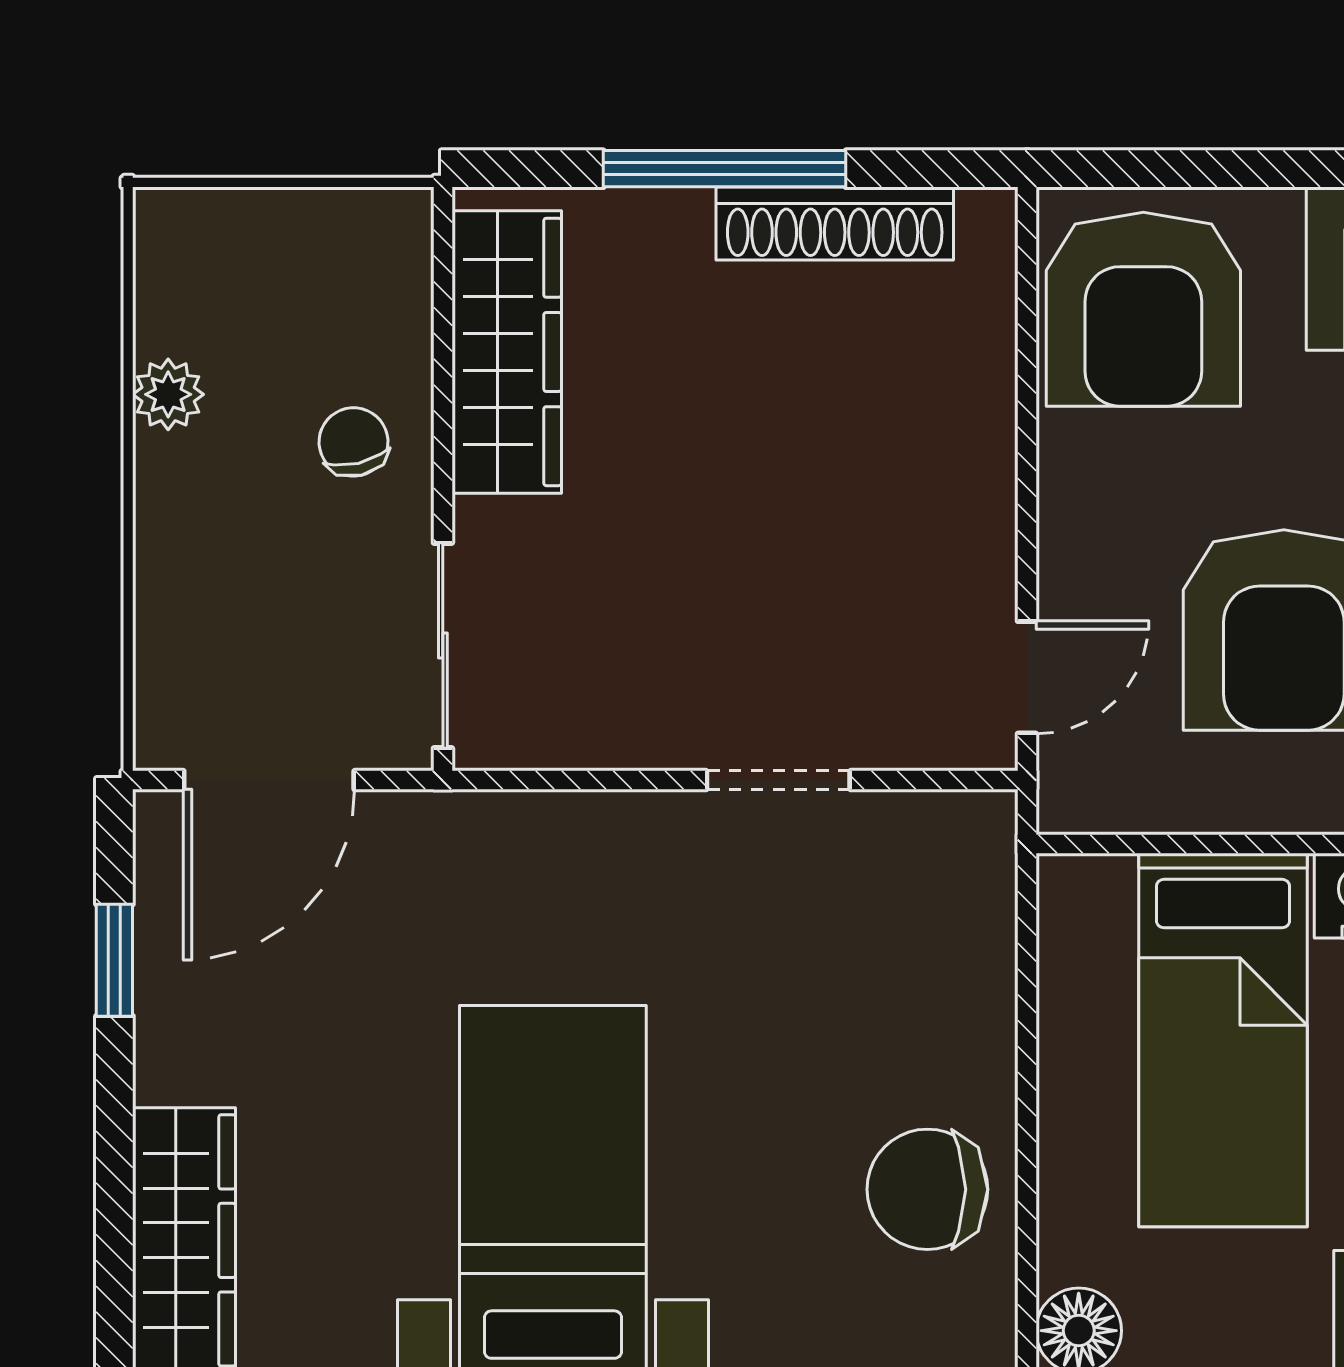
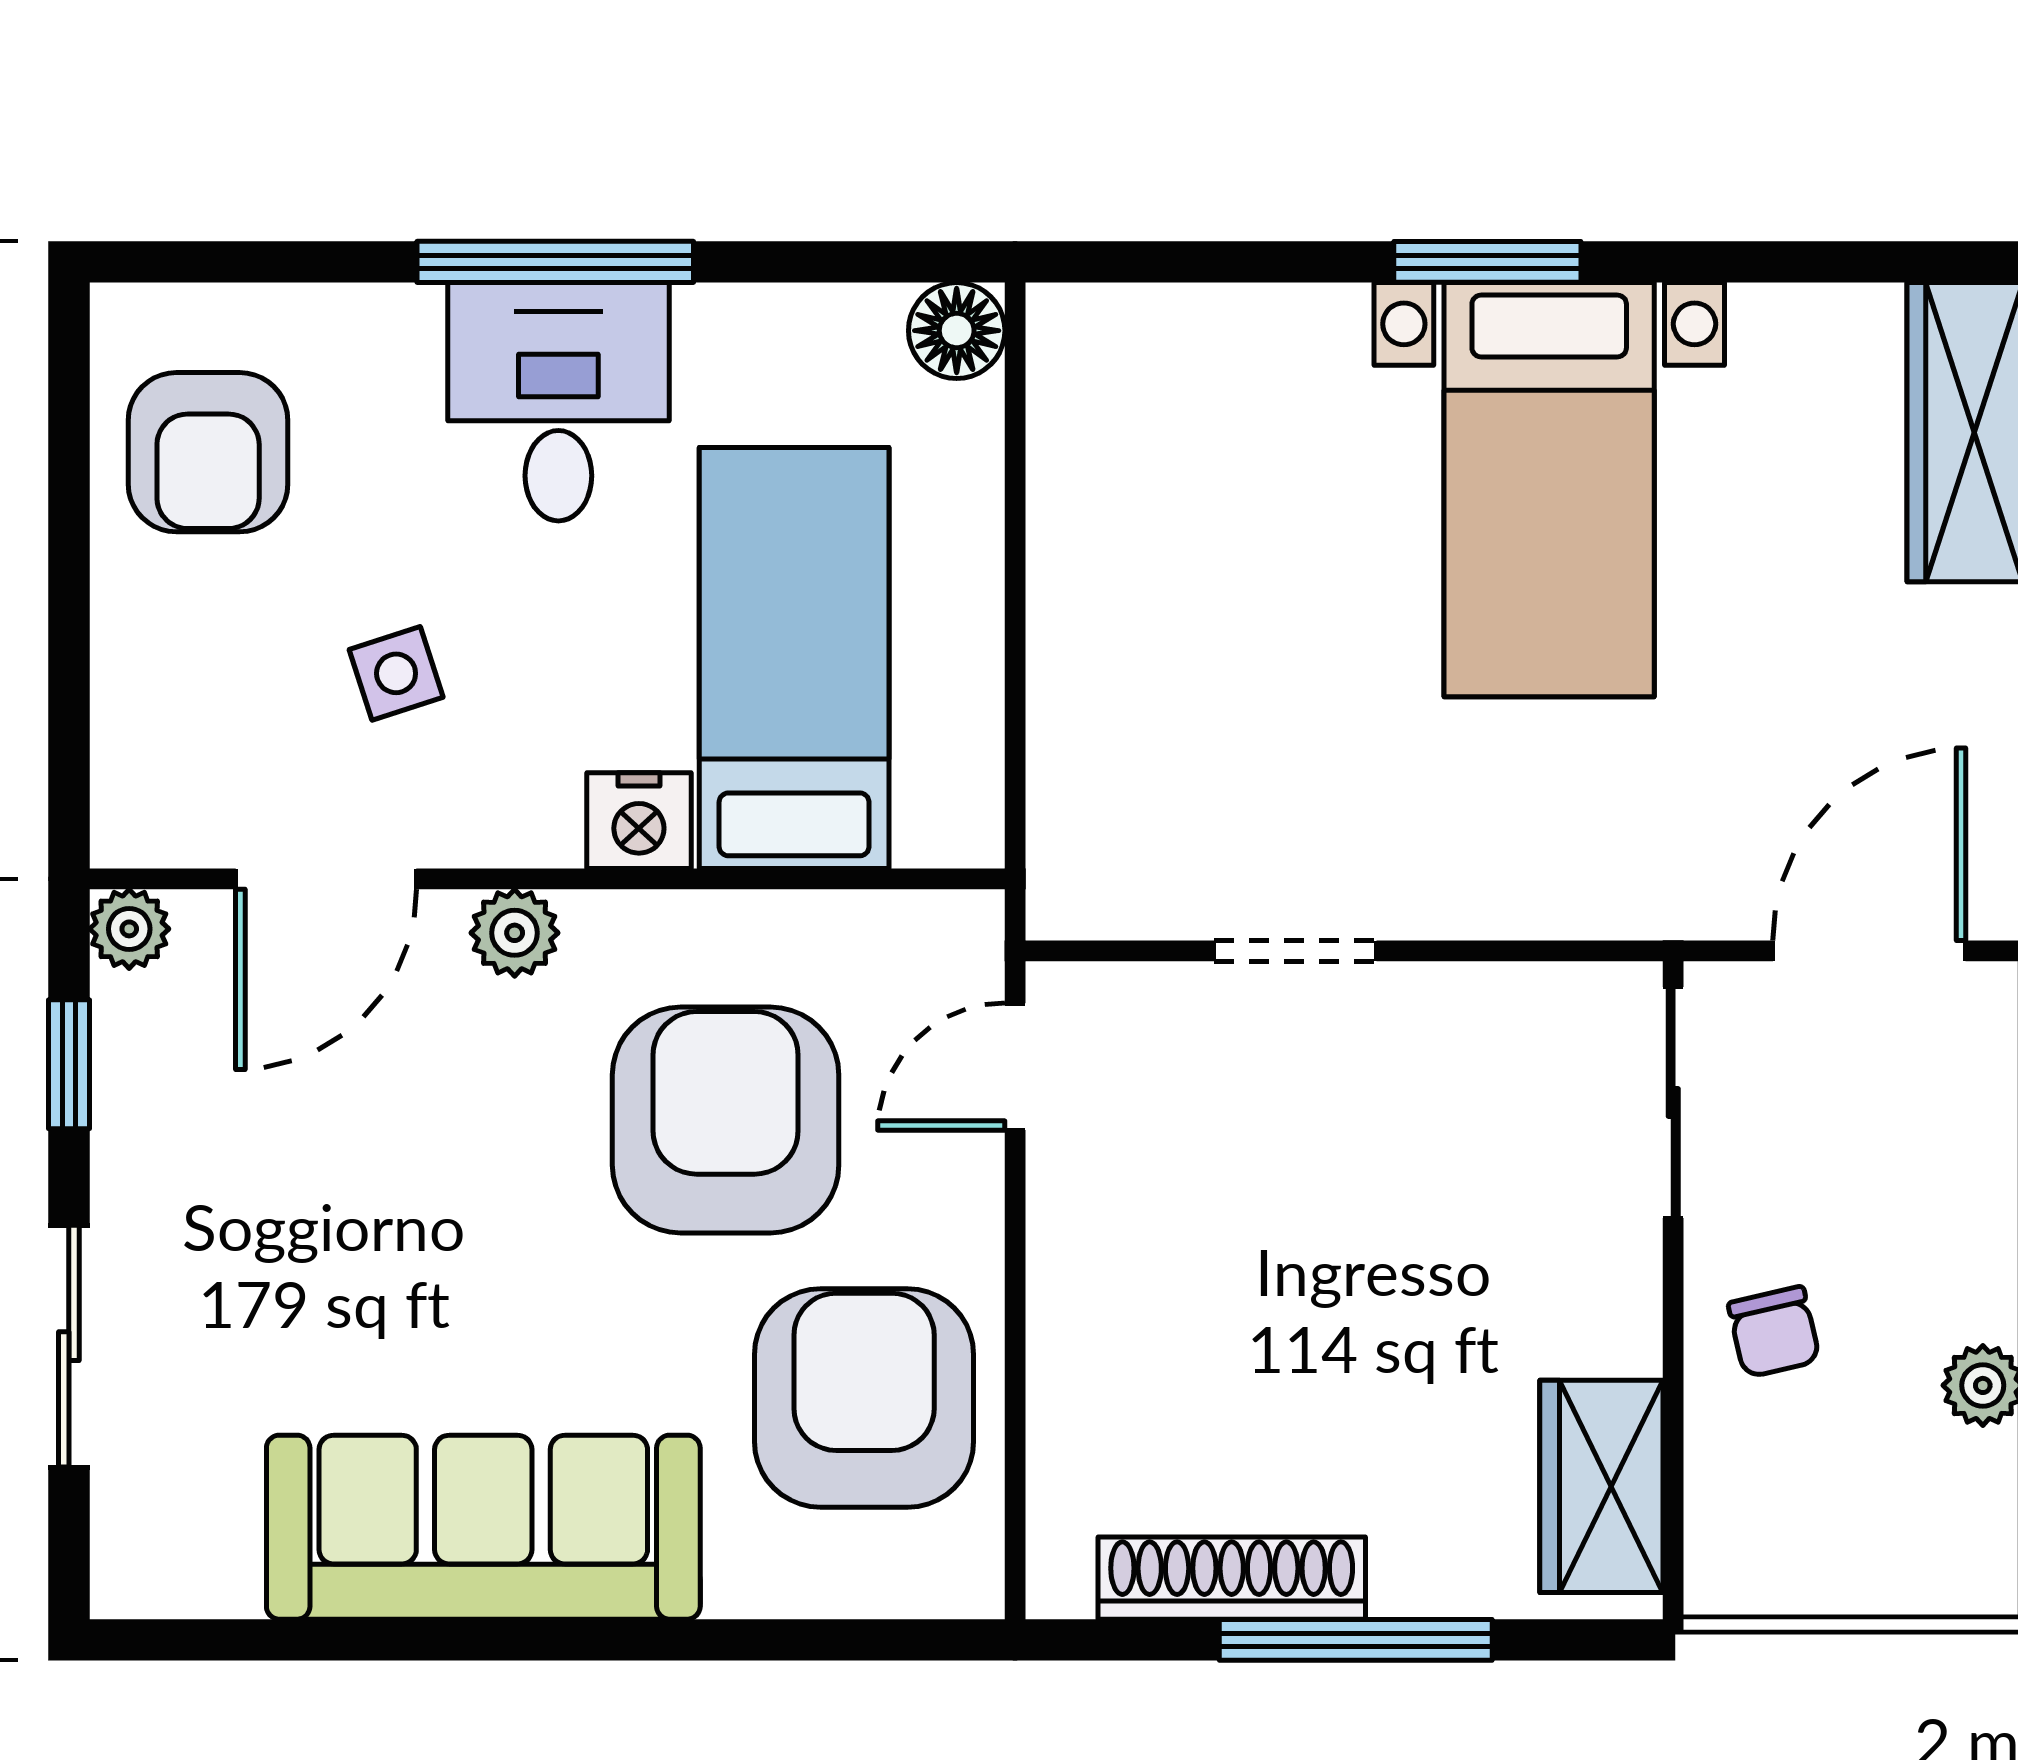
armchair: (1143, 309) -> (864, 1398), moved
wardrobe: (507, 352) -> (1601, 1486), width x0.67
chair: (927, 1189) -> (1127, 490), removed

